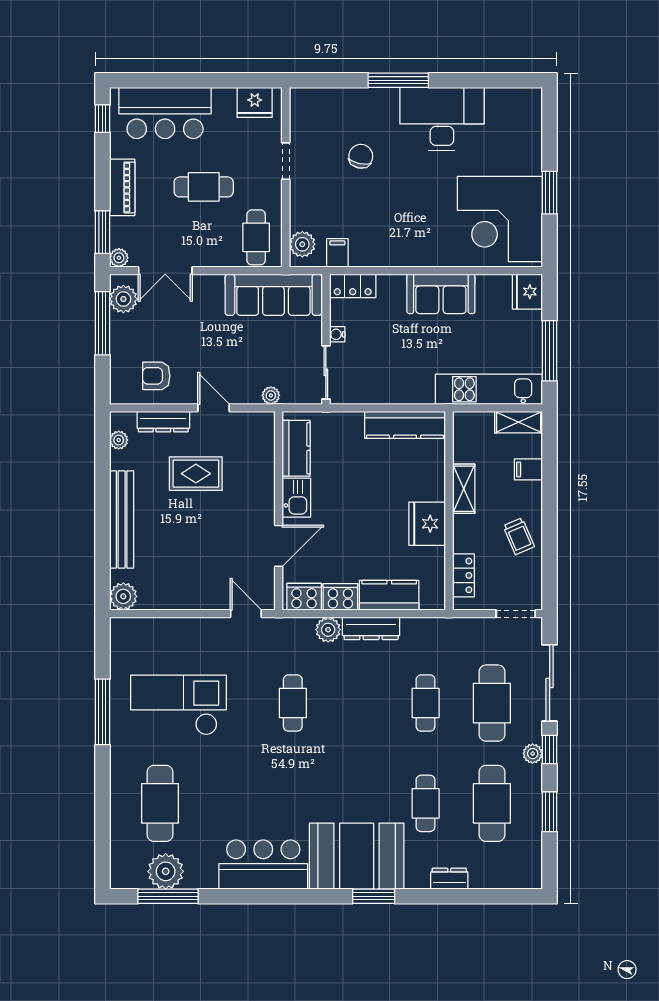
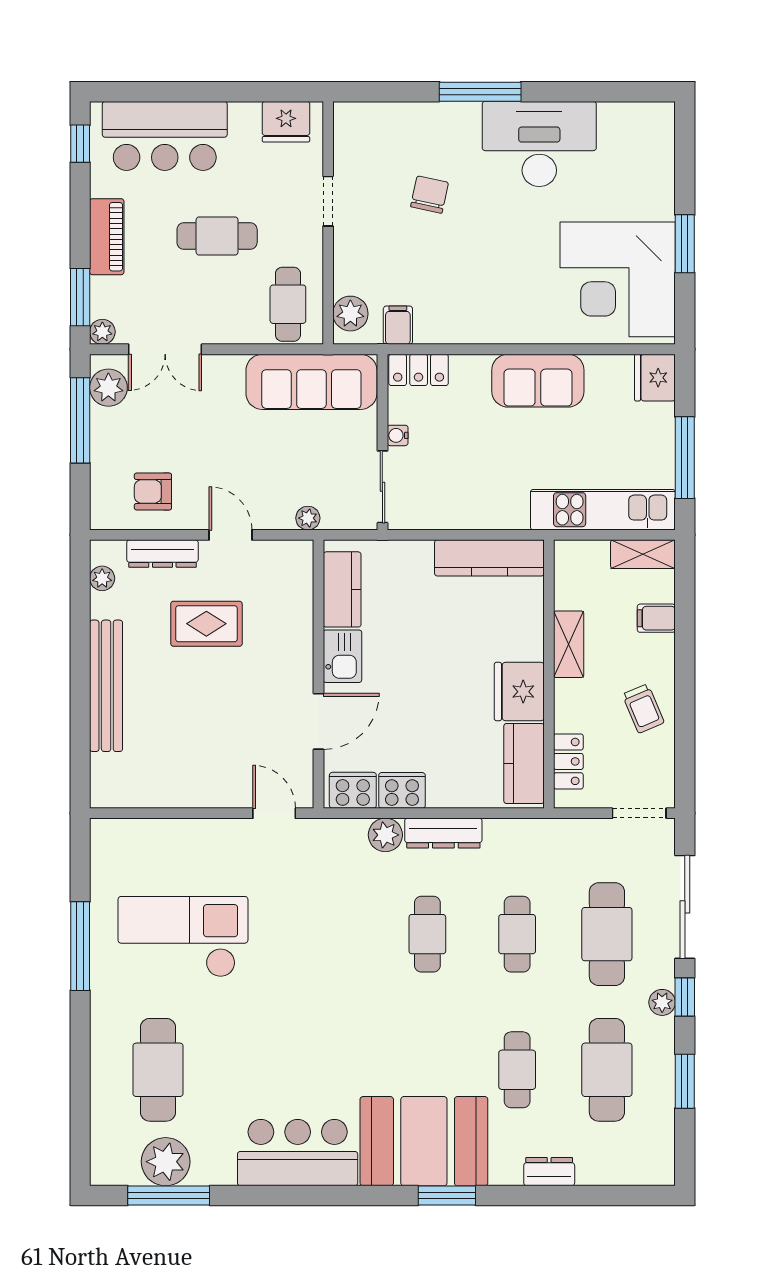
kitchen counter: (389, 595) -> (524, 764), moved, turned -90
plant: (123, 596) -> (108, 790), removed
cafe table: (293, 703) -> (427, 934), moved

